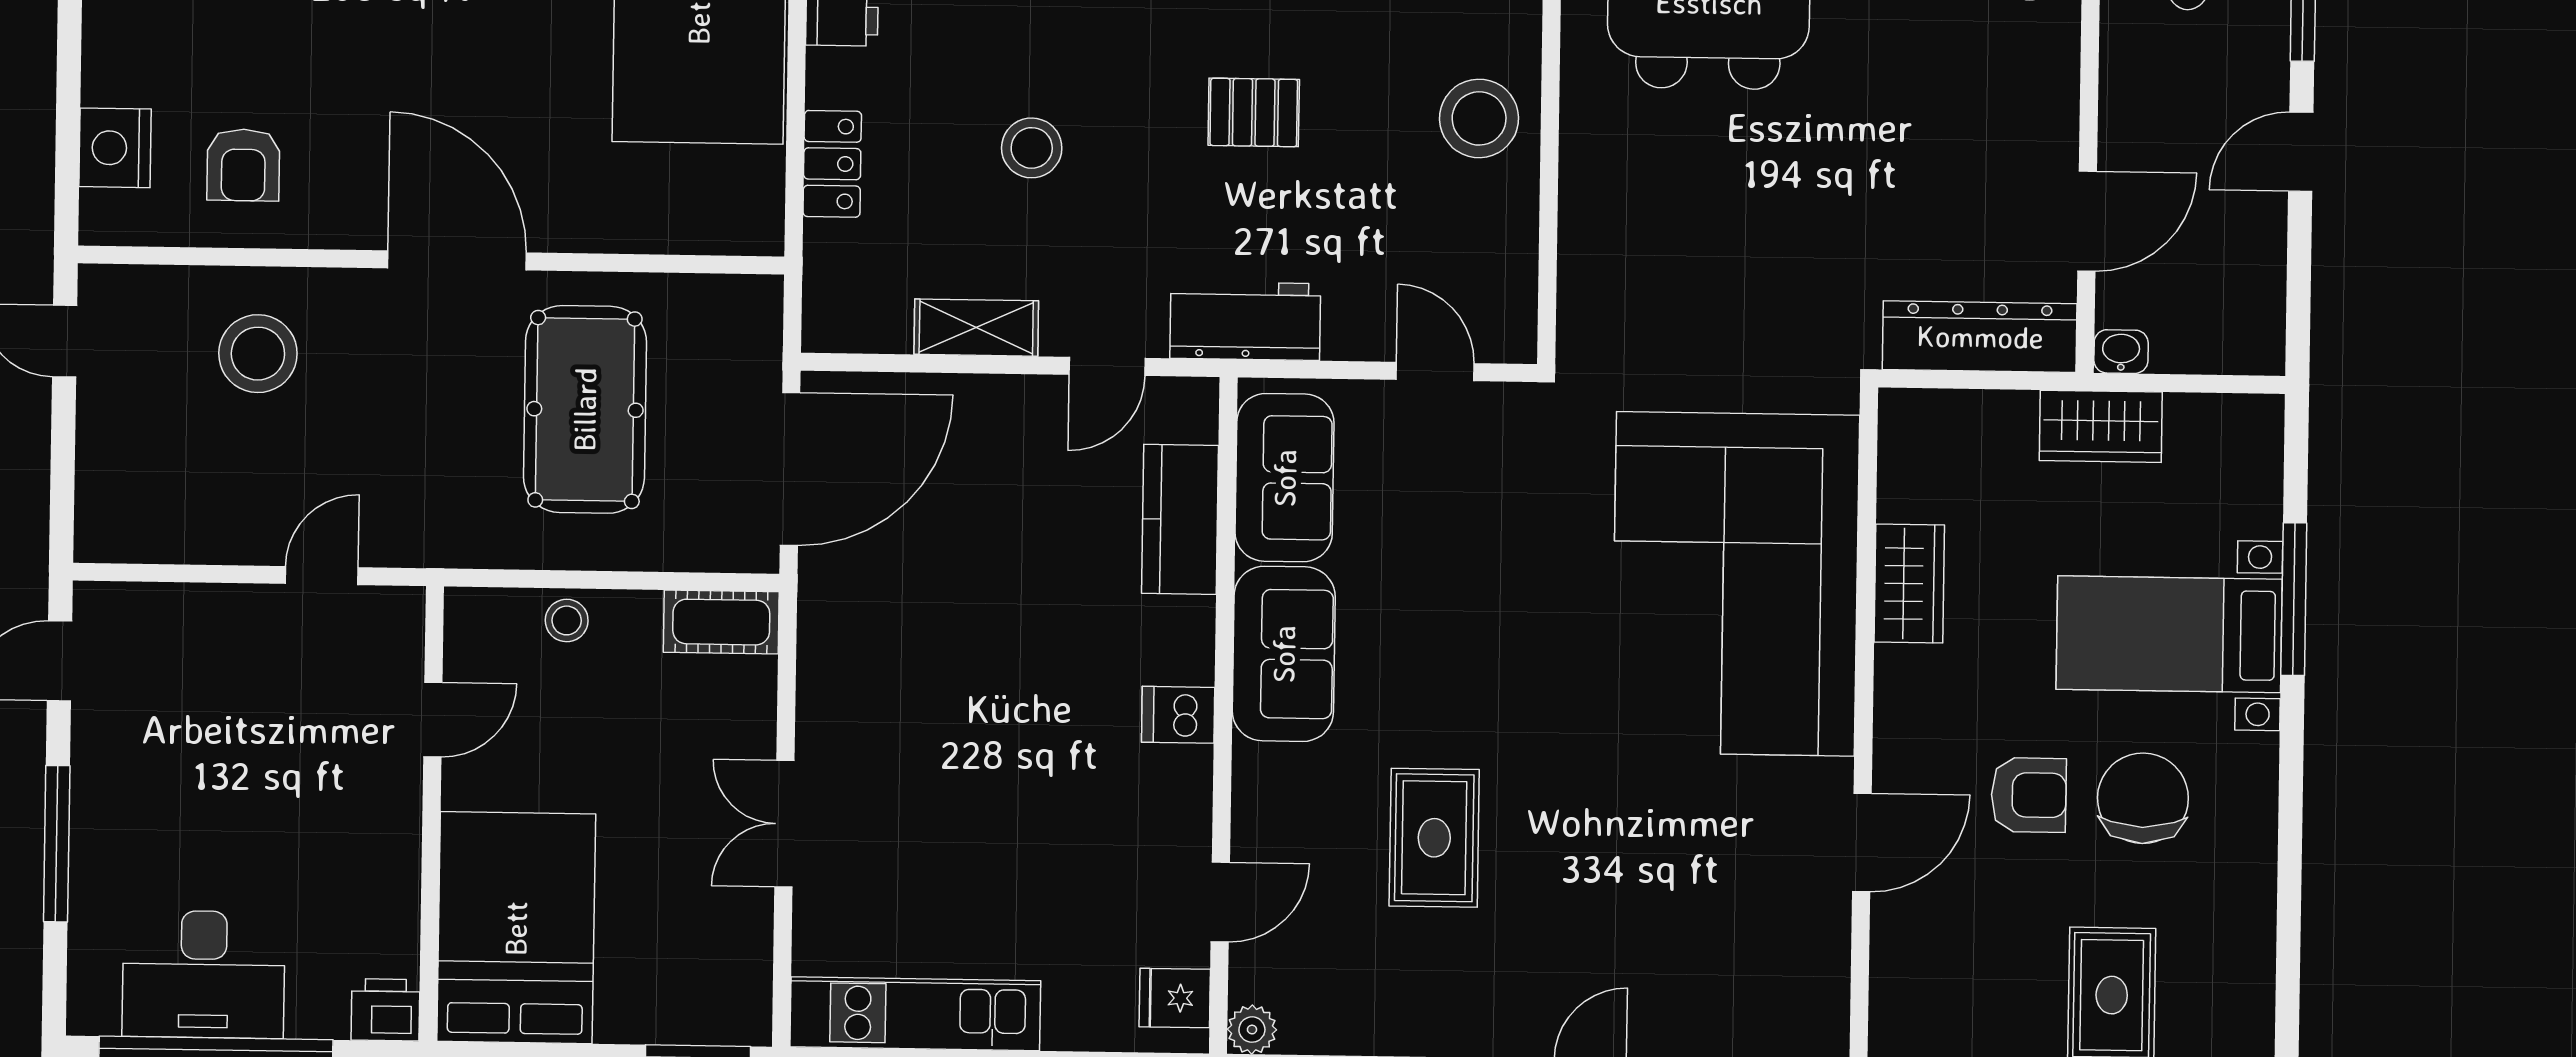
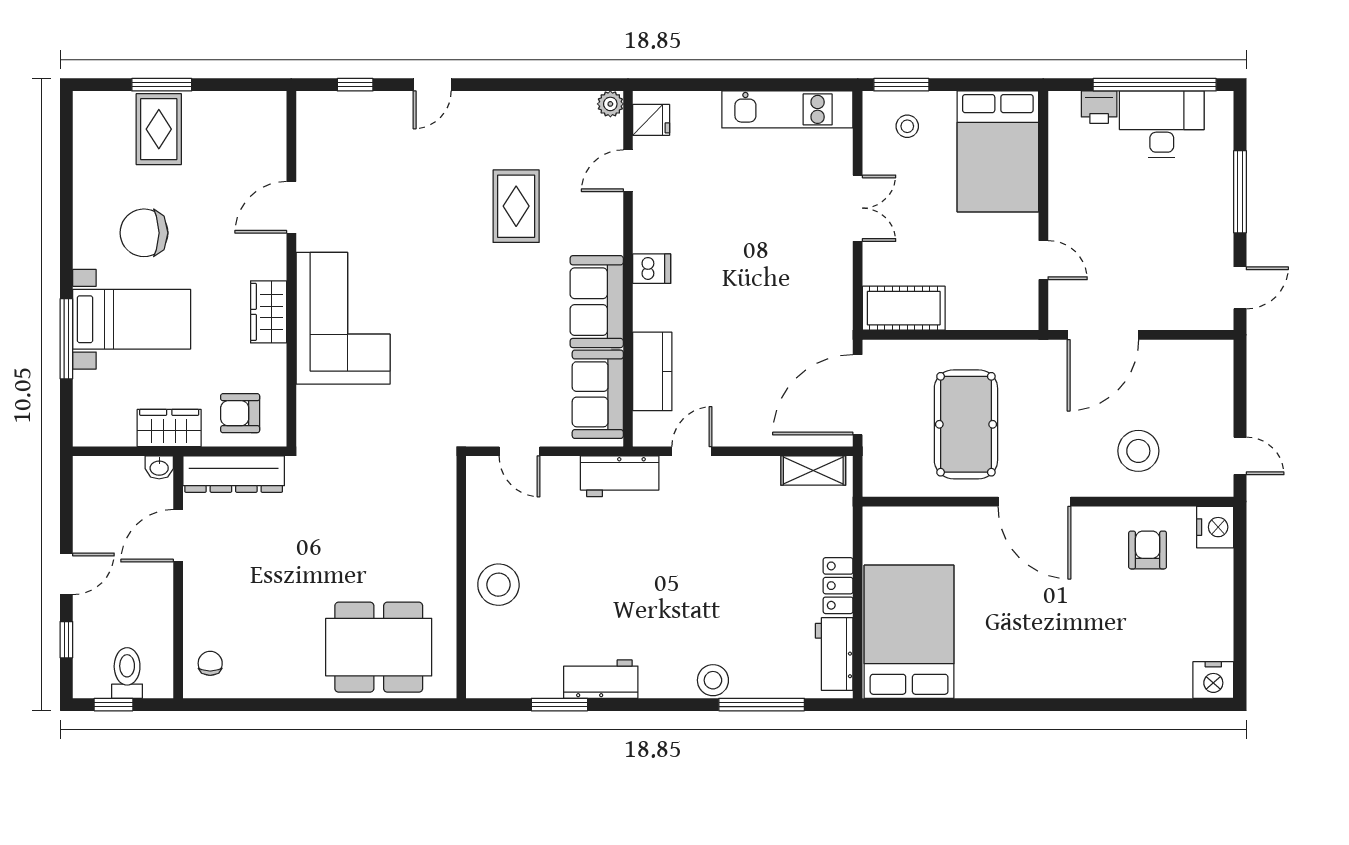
pallet: (1254, 112) -> (617, 586), removed
nightstand: (115, 148) -> (1215, 527), moved
stool: (1032, 148) -> (733, 565), removed
locker: (832, 164) -> (838, 586), moved
shelving: (976, 328) -> (813, 471), moved
door: (322, 576) -> (1103, 335), width x1.88
corner sofa: (1735, 584) -> (343, 318), width x0.73, depth x0.74
wardrobe: (1909, 584) -> (269, 312), moved
stool: (567, 620) -> (907, 126), moved
cot: (721, 622) -> (904, 308), width x1.37, depth x1.34
door: (433, 720) -> (1043, 260), swing flipped
armchair: (2029, 795) -> (240, 413), moved
chair: (2143, 798) -> (144, 233), turned 90
printer: (385, 1010) -> (1099, 107), moved

